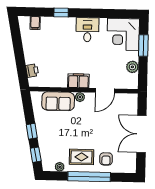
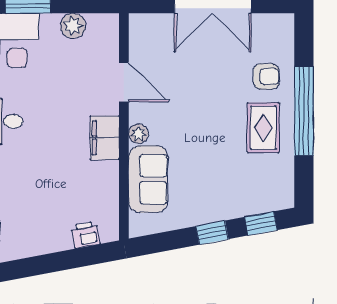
plant: (60, 167) -> (285, 173), removed

